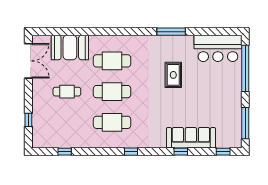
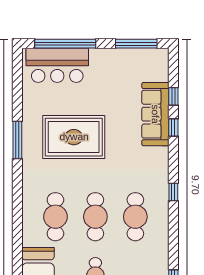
bar counter: (218, 48) -> (57, 65), moved, turned 90
rug: (173, 75) -> (74, 137), width x1.86, depth x2.06
window: (223, 152) -> (173, 96), moved

